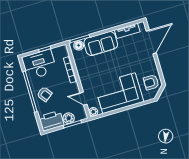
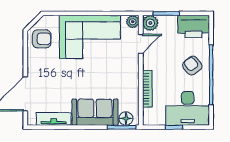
door: (84, 99) -> (141, 44), hinge flipped
plant: (69, 118) -> (150, 23), moved

